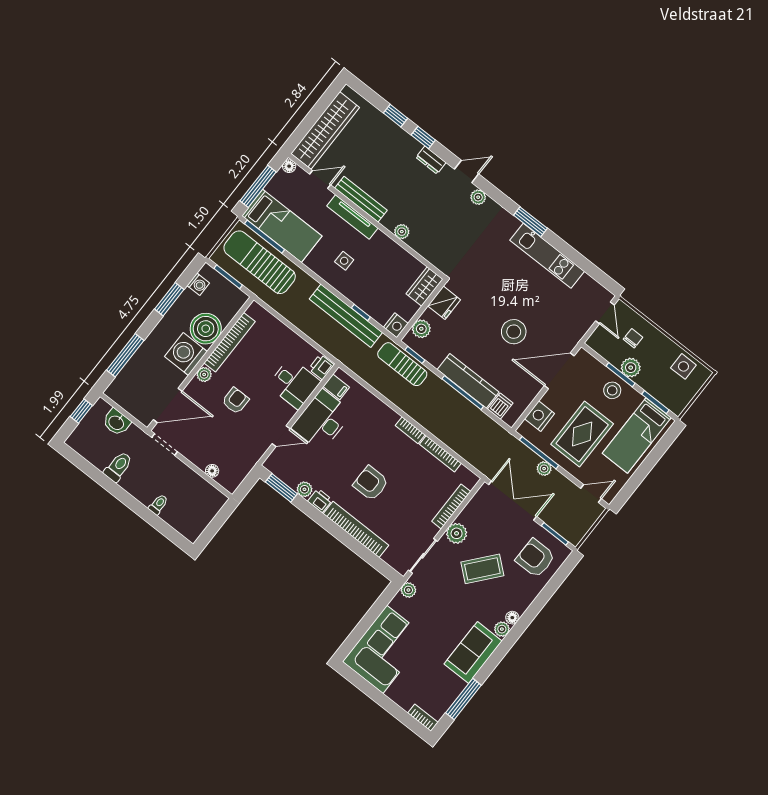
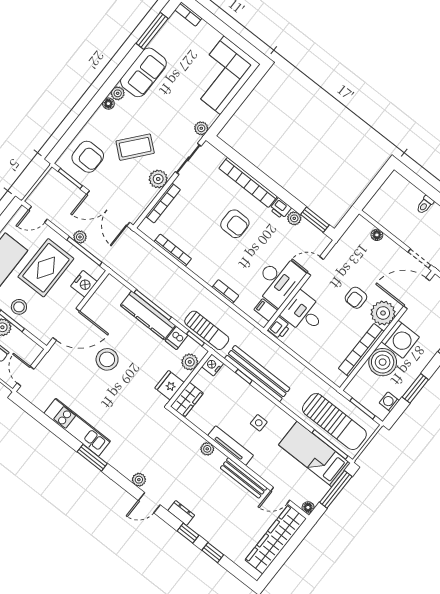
tv unit: (352, 217) -> (231, 446), moved
plant: (204, 374) -> (383, 313), width x1.88, depth x1.88
dishwasher: (500, 406) -> (177, 338), moved
bookcase: (410, 430) -> (225, 291), moved

